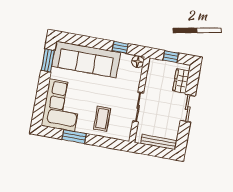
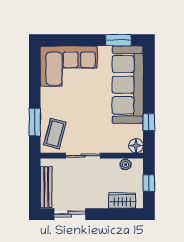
plant: (152, 73) -> (125, 164), added
sliding door: (188, 108) -> (70, 214), moved
coffee table: (102, 119) -> (55, 134), moved, turned -75
window: (74, 137) -> (35, 122), moved

